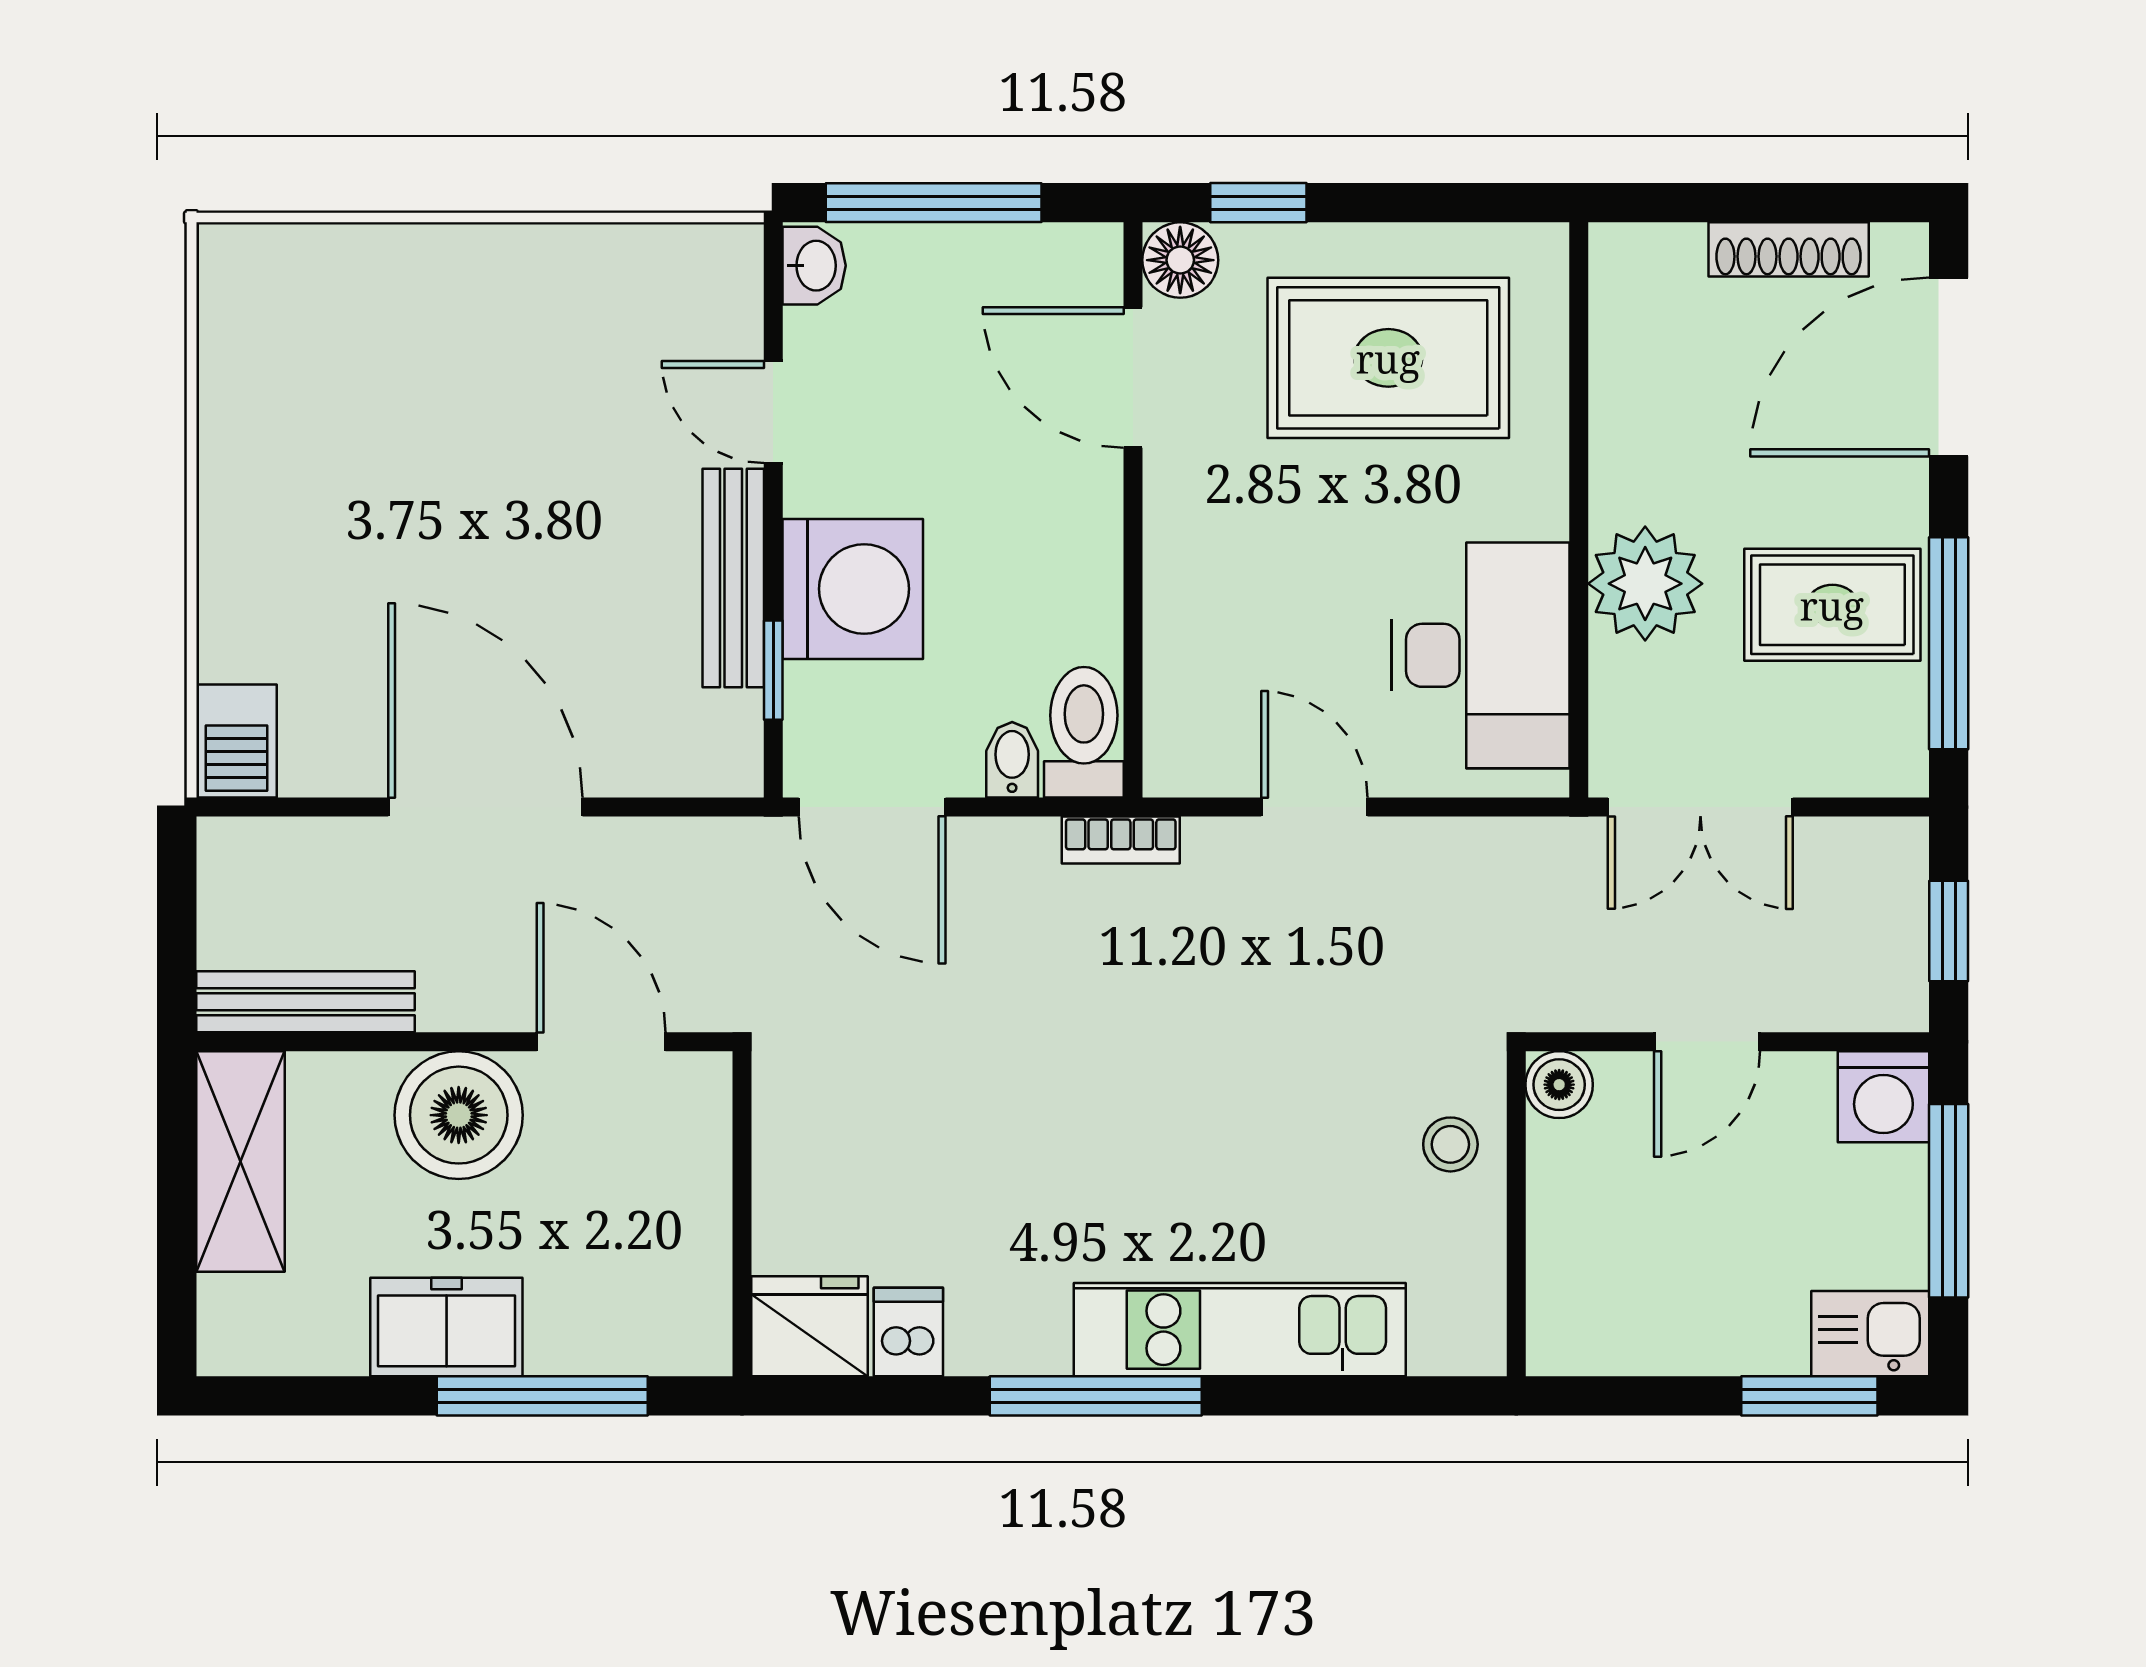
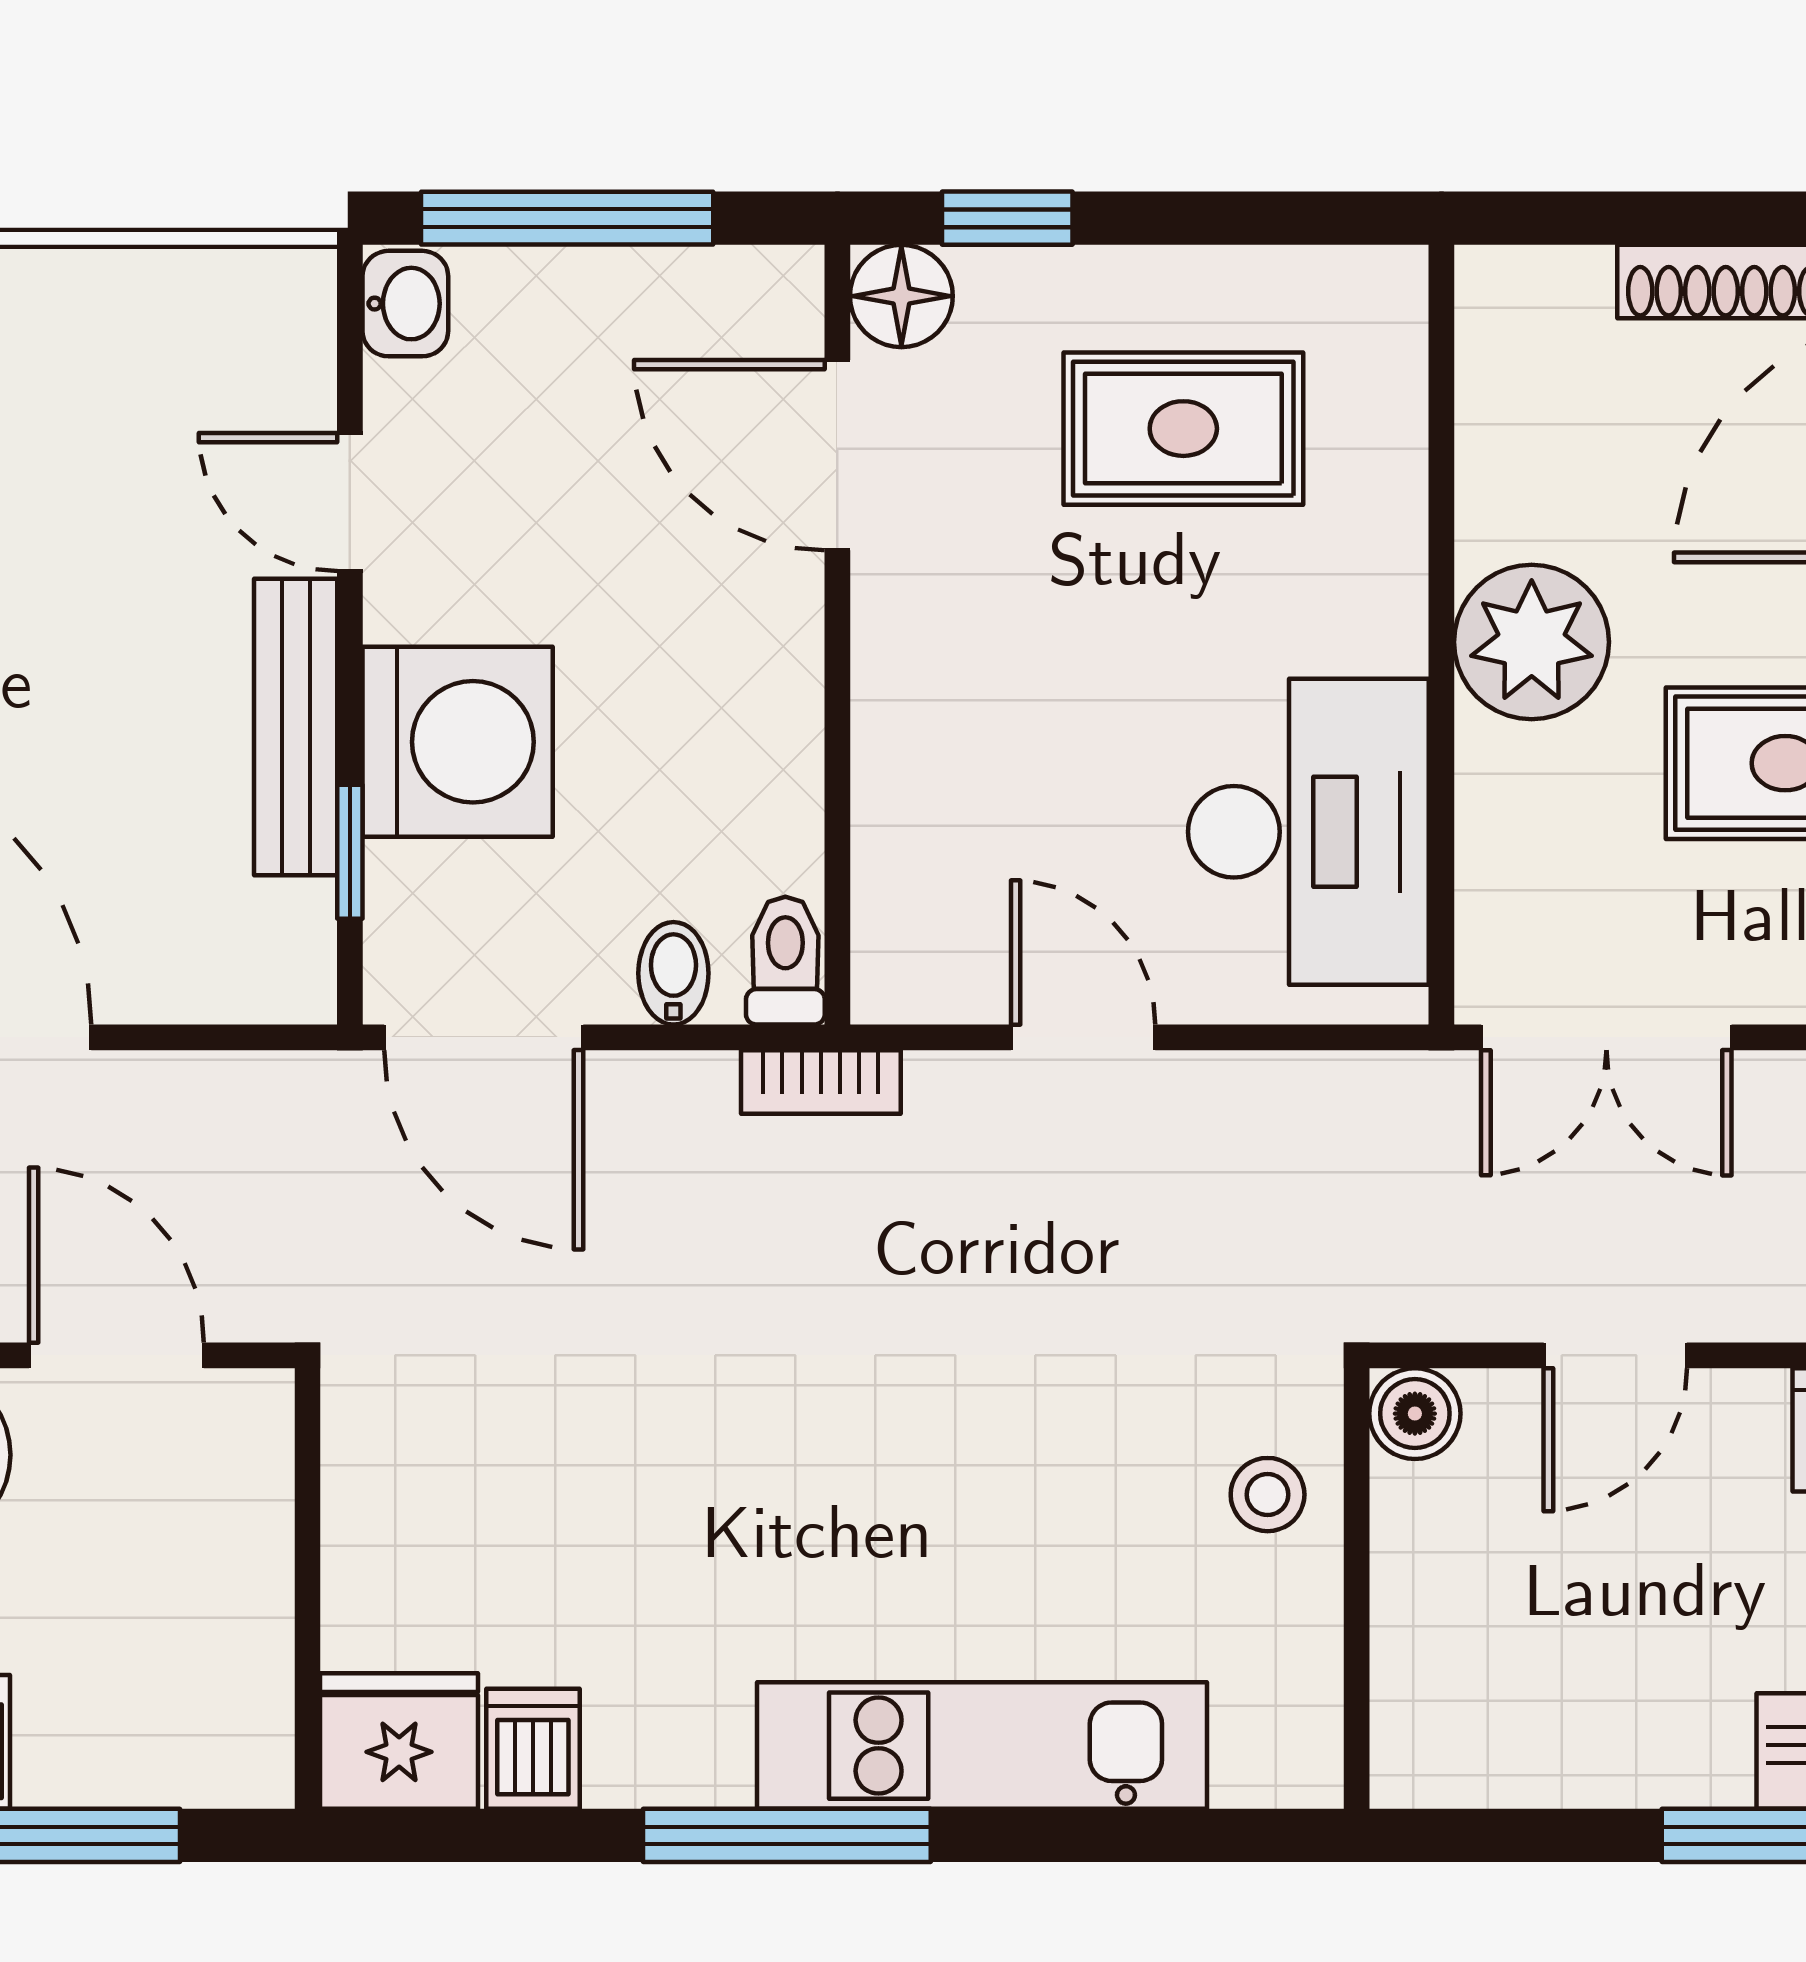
rug: (1388, 358) -> (1183, 429), width x0.73, depth x0.70
plant: (1645, 584) -> (1532, 642), moved
toilet: (1084, 732) -> (785, 961), width x0.73, depth x0.72

